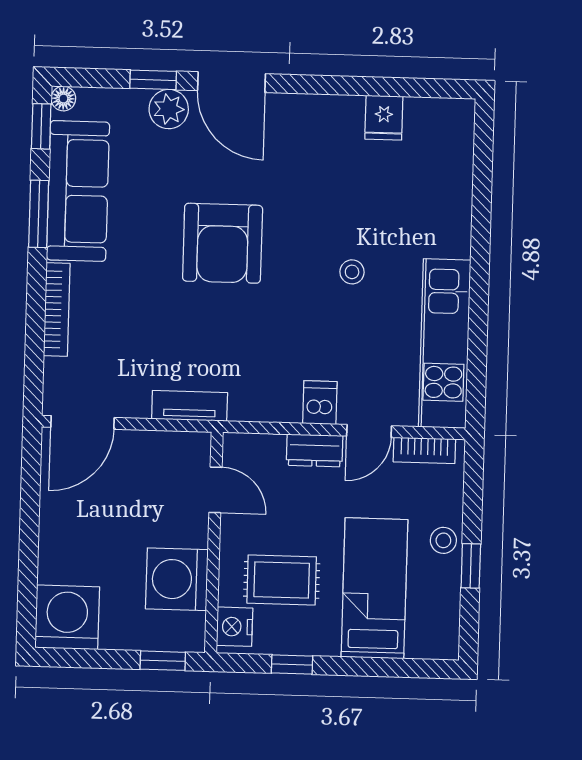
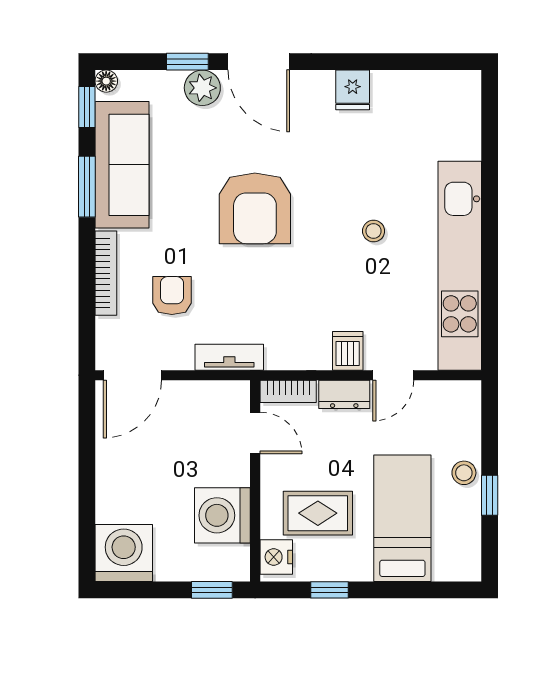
fridge: (384, 118) -> (353, 90), moved
armchair: (129, 336) -> (172, 296), added
kitchen unit: (445, 343) -> (460, 266), width x1.36
bookcase: (424, 450) -> (288, 391), moved

